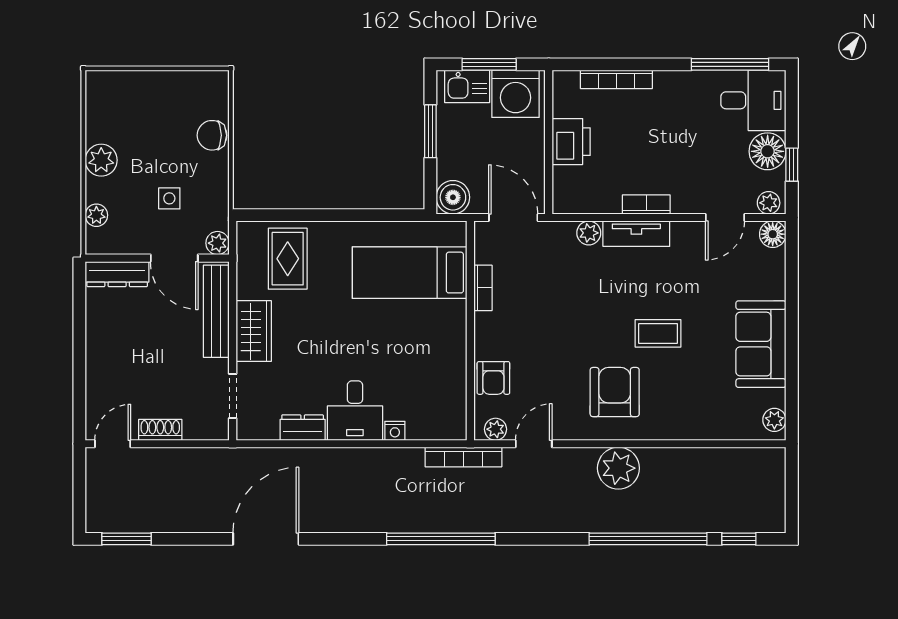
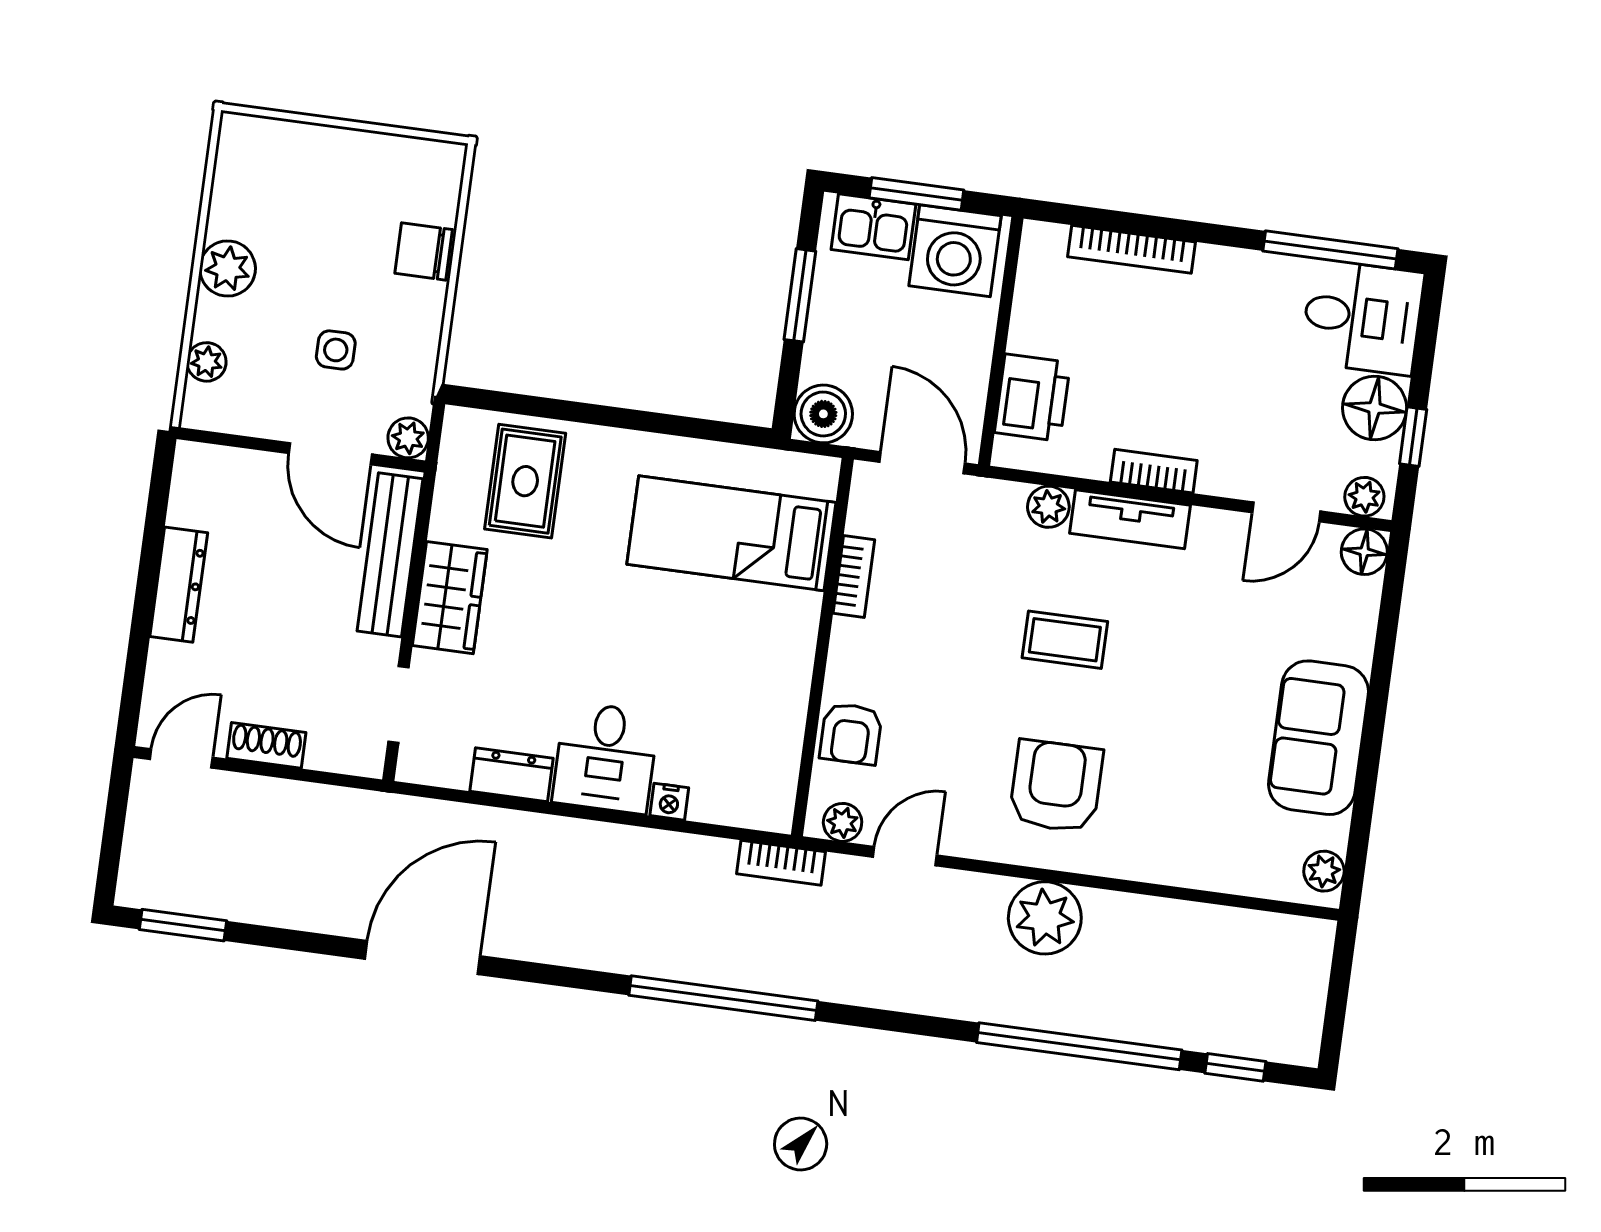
printer: (571, 142) -> (1033, 398), moved
dresser: (117, 274) -> (179, 585), moved, turned -90
coffee table: (658, 333) -> (1065, 640), moved
bookcase: (463, 457) -> (781, 863), width x0.64

